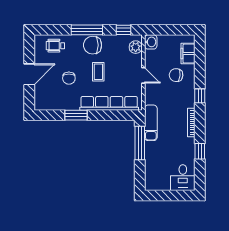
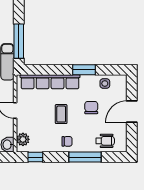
window: (87, 30) -> (85, 157), moved
chair: (93, 45) -> (67, 141), width x0.54, depth x0.54
side table: (56, 102) -> (105, 84), added

